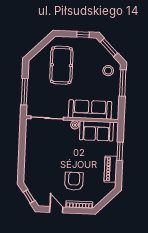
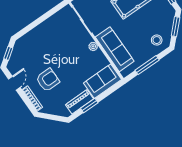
window: (123, 83) -> (147, 65), moved
sofa: (96, 131) -> (103, 81), moved, turned 90
window: (120, 151) -> (89, 105), moved

